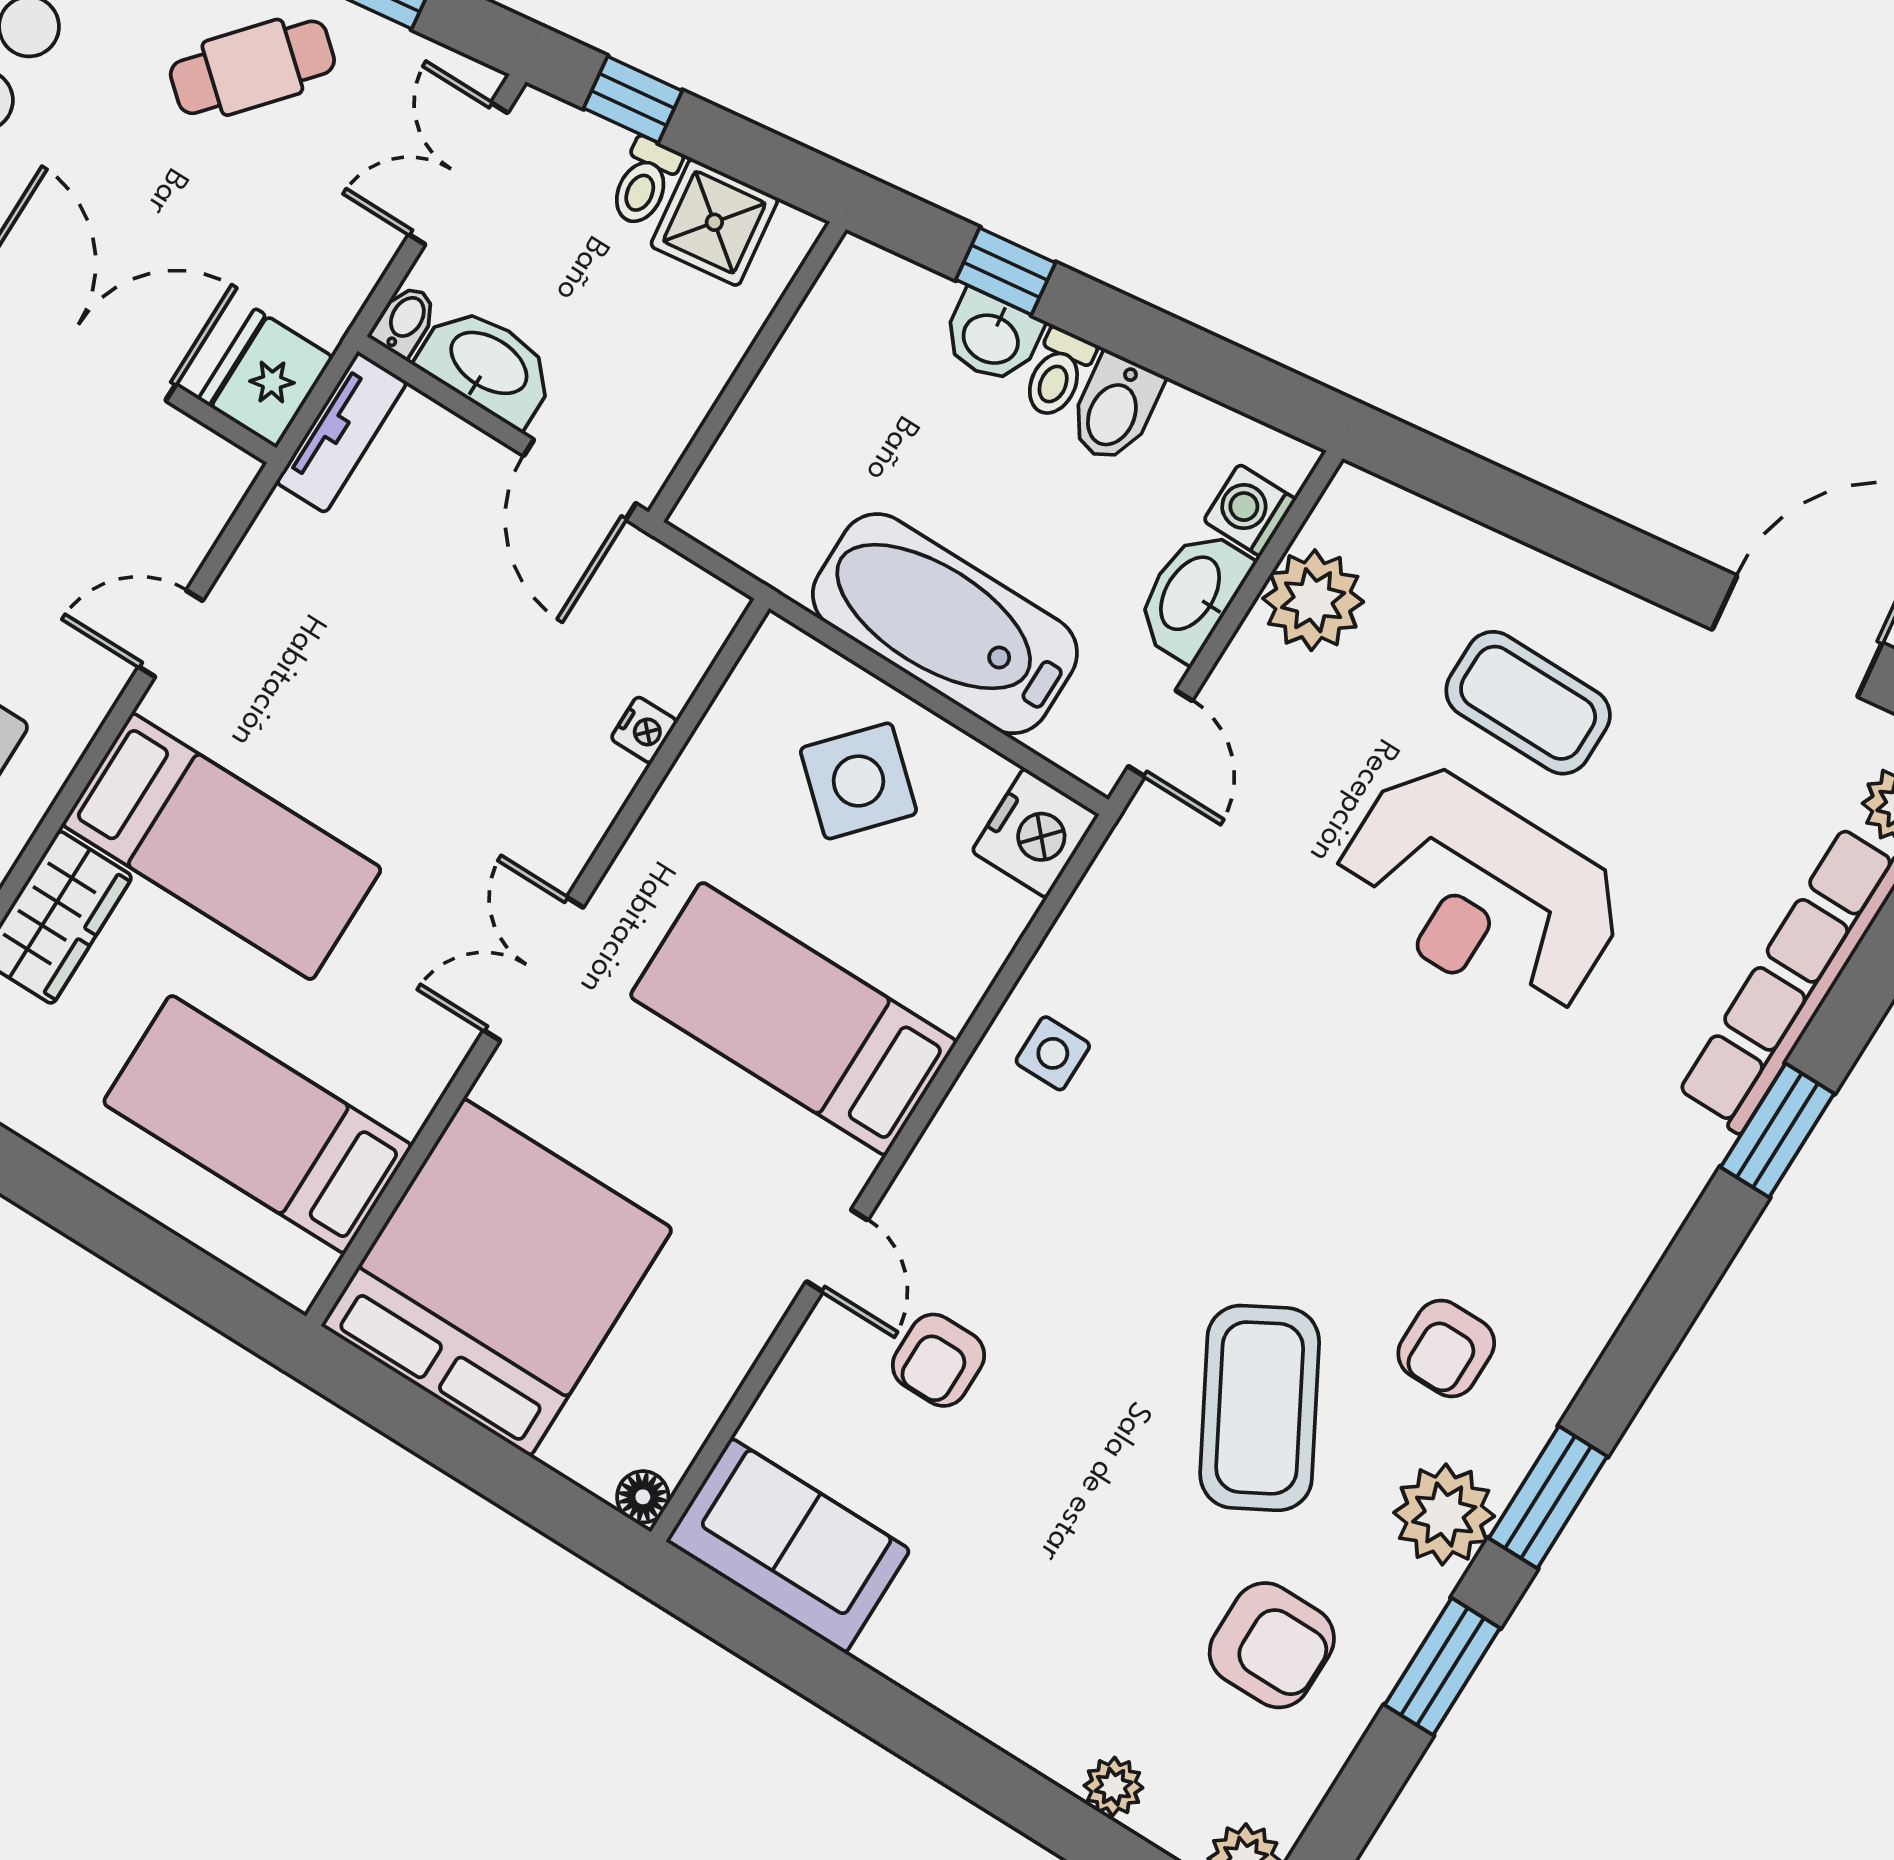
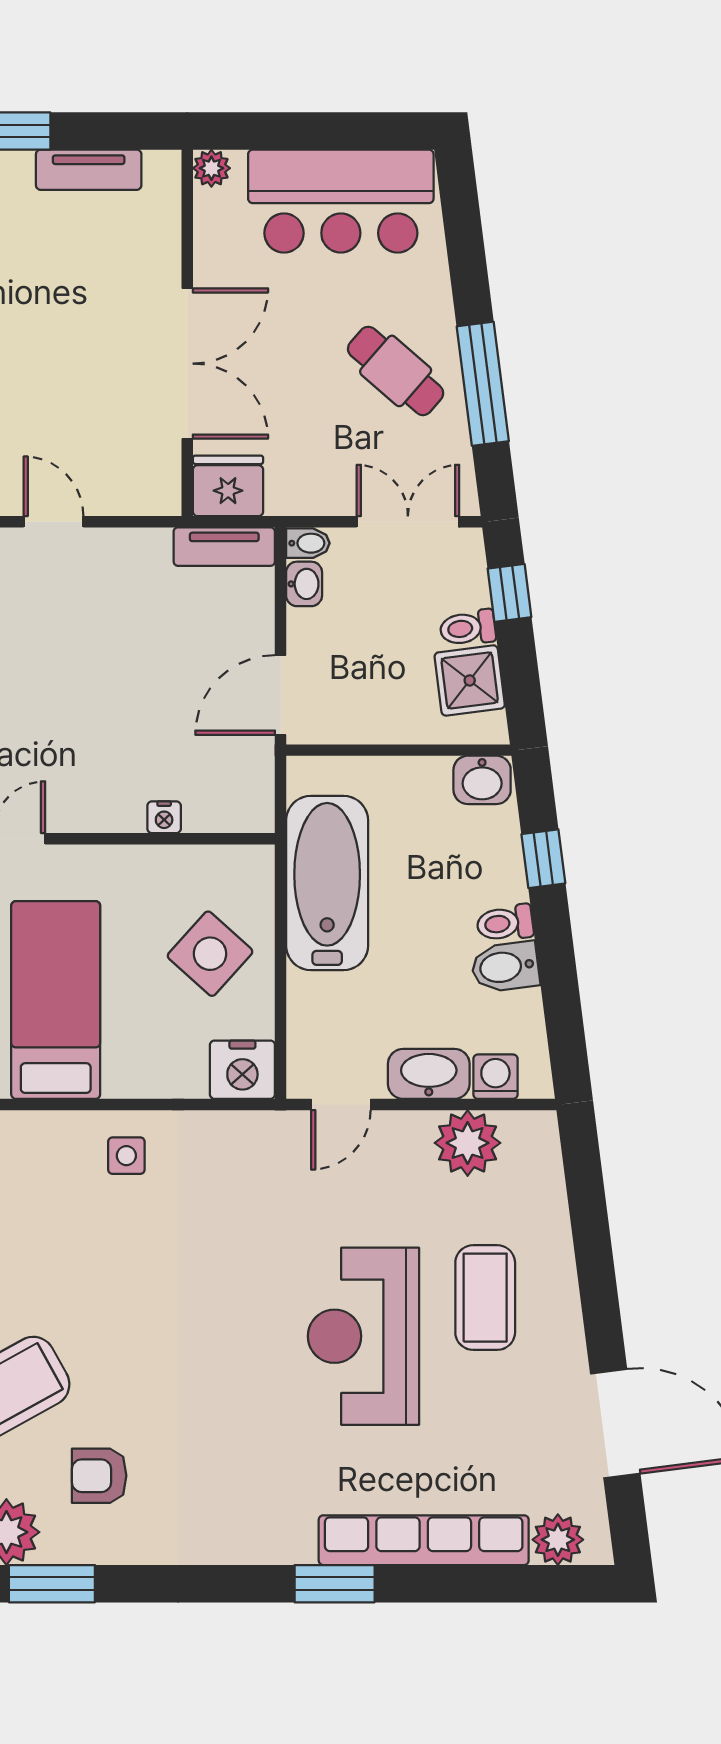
washbasin: (992, 337) -> (482, 780), moved, turned -83
washbasin: (488, 365) -> (304, 584), width x0.52, depth x0.69
bathtub: (945, 624) -> (327, 883), moved

